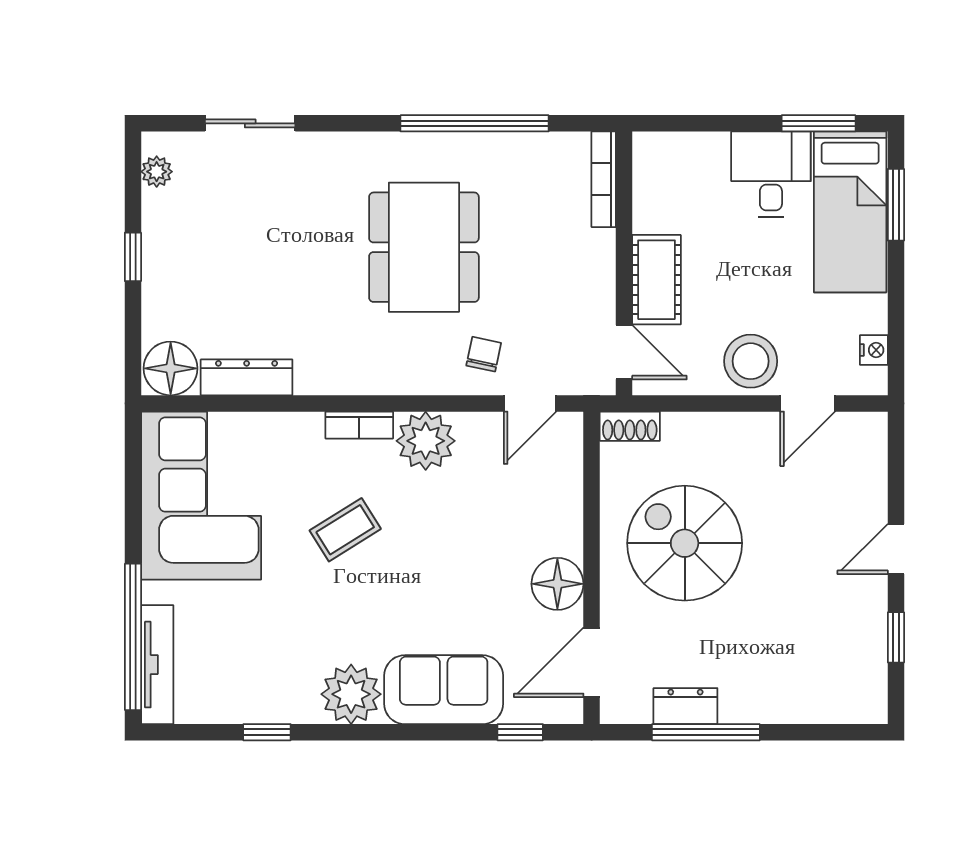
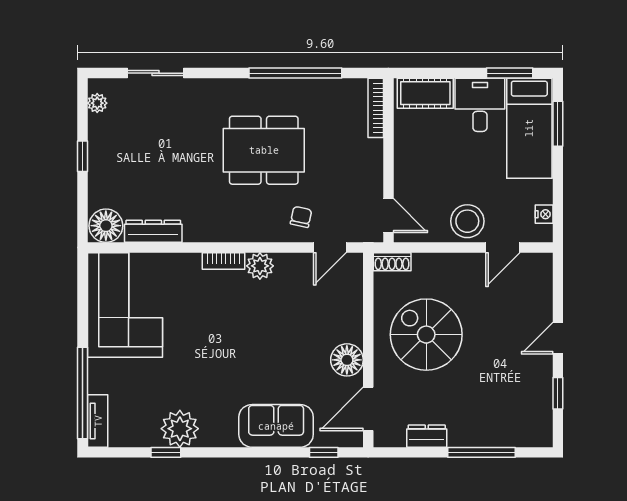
dining table: (424, 247) -> (264, 150), turned 90
cot: (656, 280) -> (425, 93), moved, turned 90
plant: (426, 441) -> (260, 266), width x0.73, depth x0.73
coffee table: (345, 530) -> (215, 326), removed
tv unit: (157, 665) -> (98, 421), width x0.71
plant: (351, 694) -> (180, 429), moved
window: (706, 732) -> (481, 452), moved

